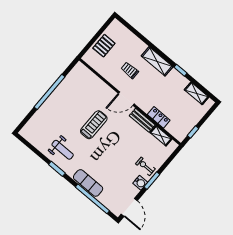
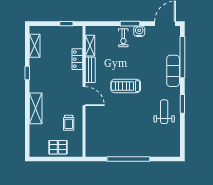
shelving: (157, 61) -> (36, 108), moved
trolley: (130, 70) -> (69, 123), moved
treadmill: (94, 125) -> (126, 86), moved

